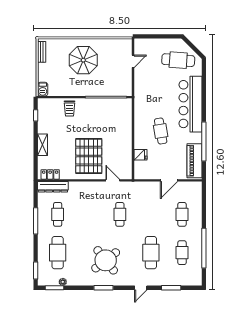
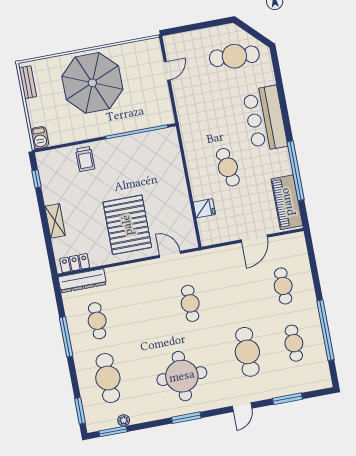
parasol: (83, 60) -> (92, 83), width x1.36, depth x1.36
bar counter: (191, 104) -> (265, 119), width x0.73
round table: (106, 260) -> (182, 376), turned 38

